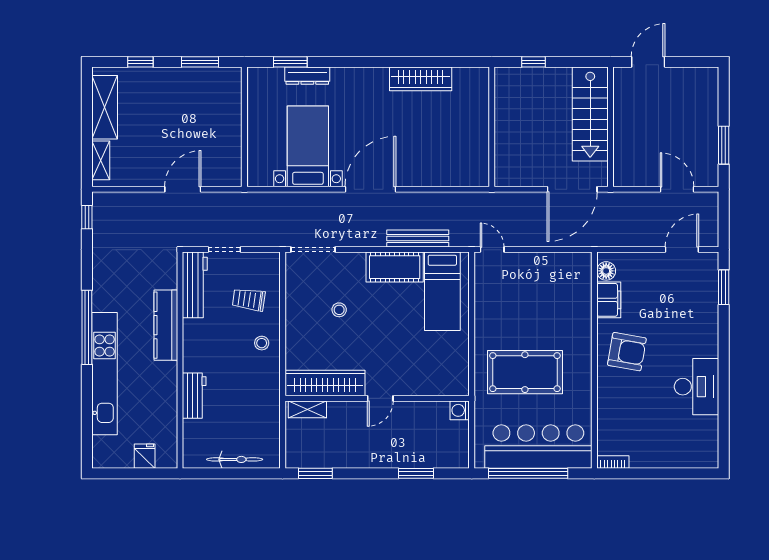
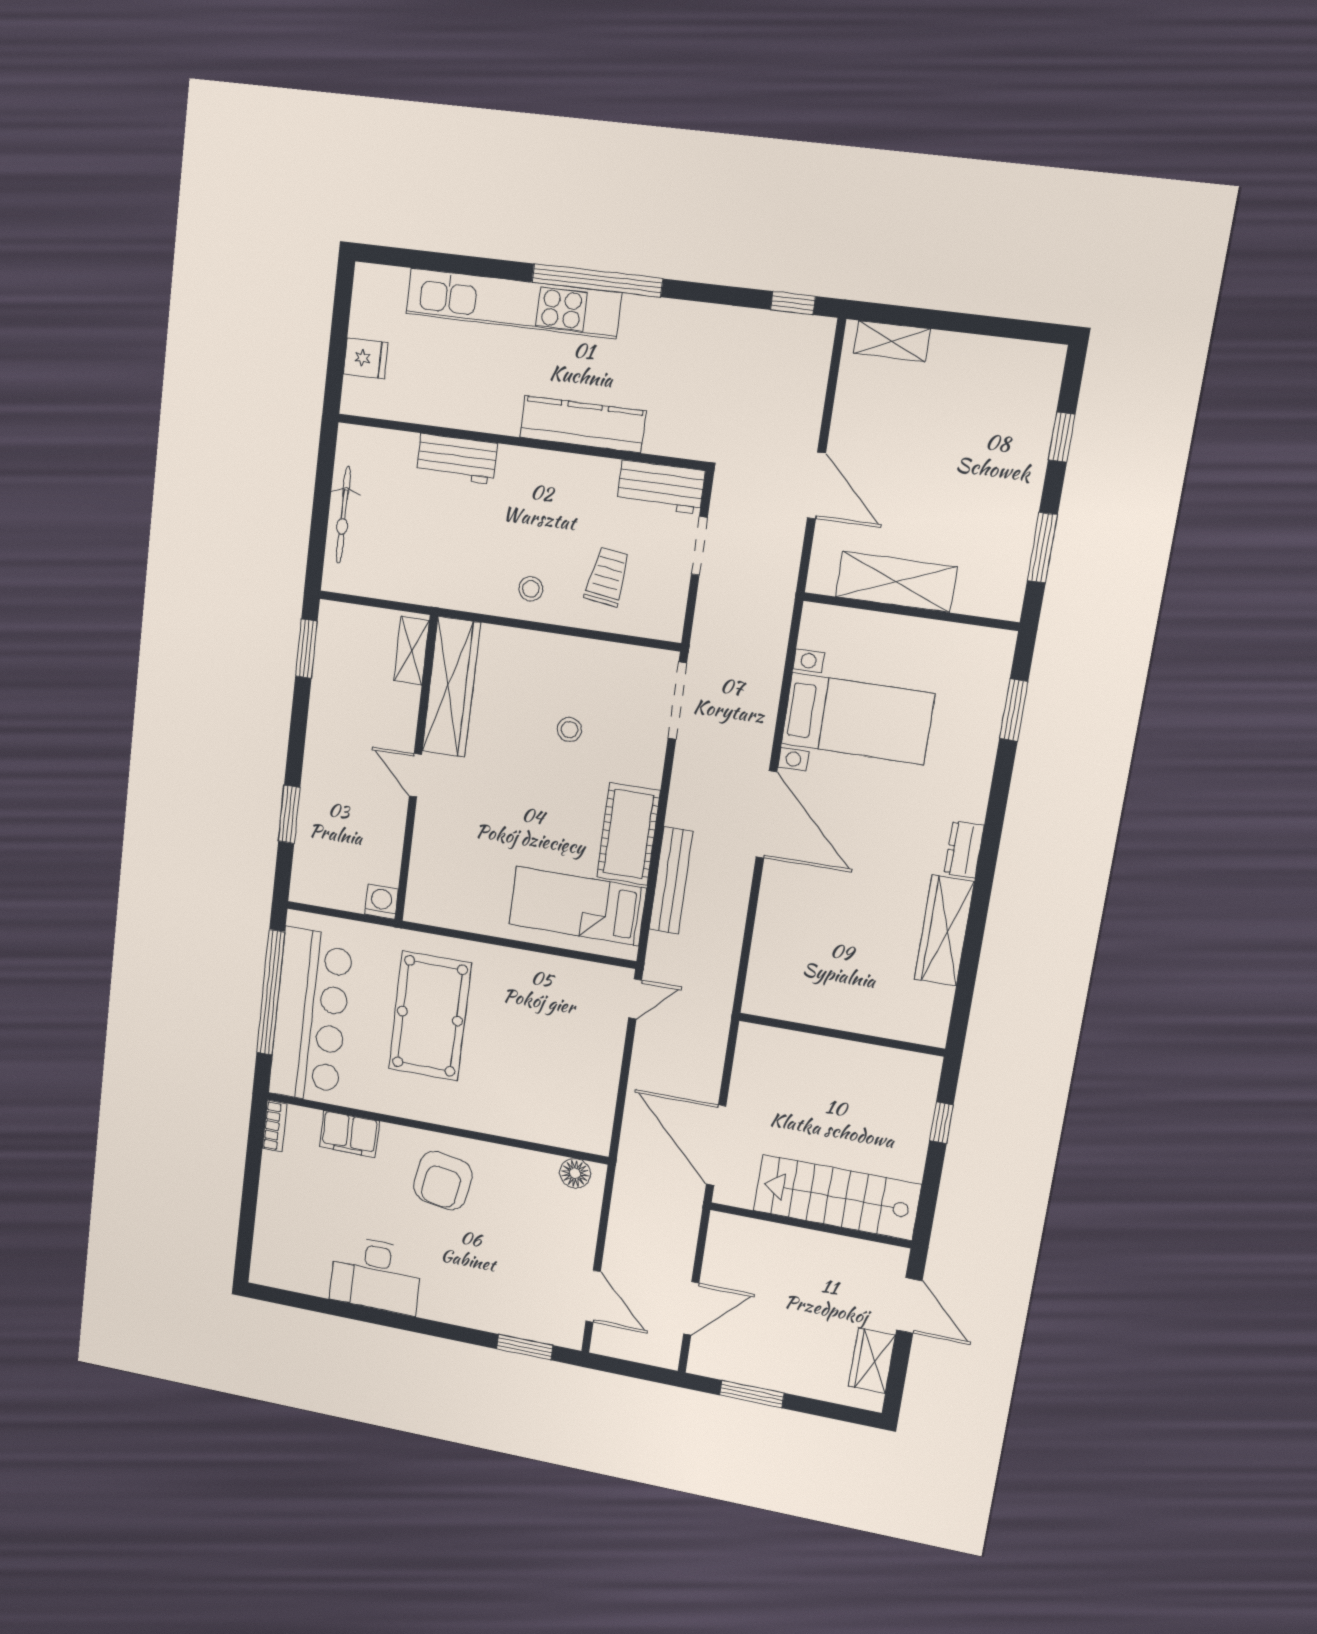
dresser: (307, 76) -> (964, 850), moved, width x0.70
wardrobe: (687, 78) -> (872, 1361), added
shelving: (105, 107) -> (896, 582), moved
workbench: (195, 285) -> (661, 487), width x0.73
filing cabinet: (609, 300) -> (349, 1134), moved

